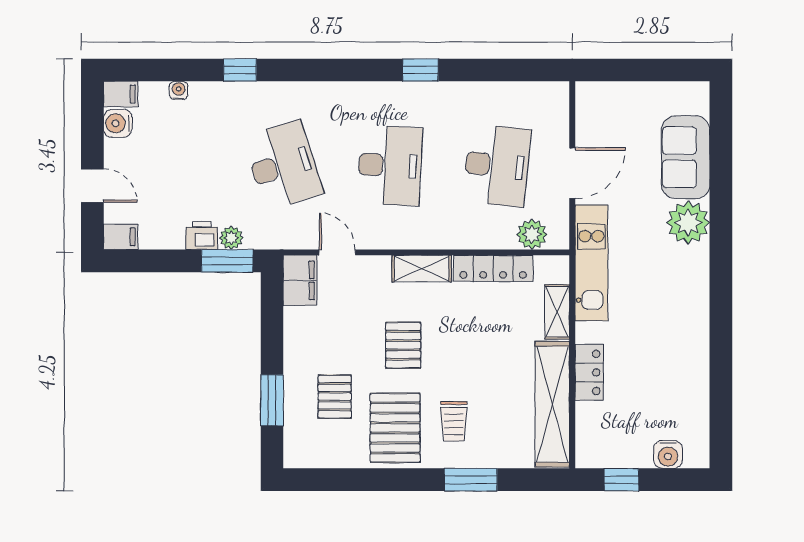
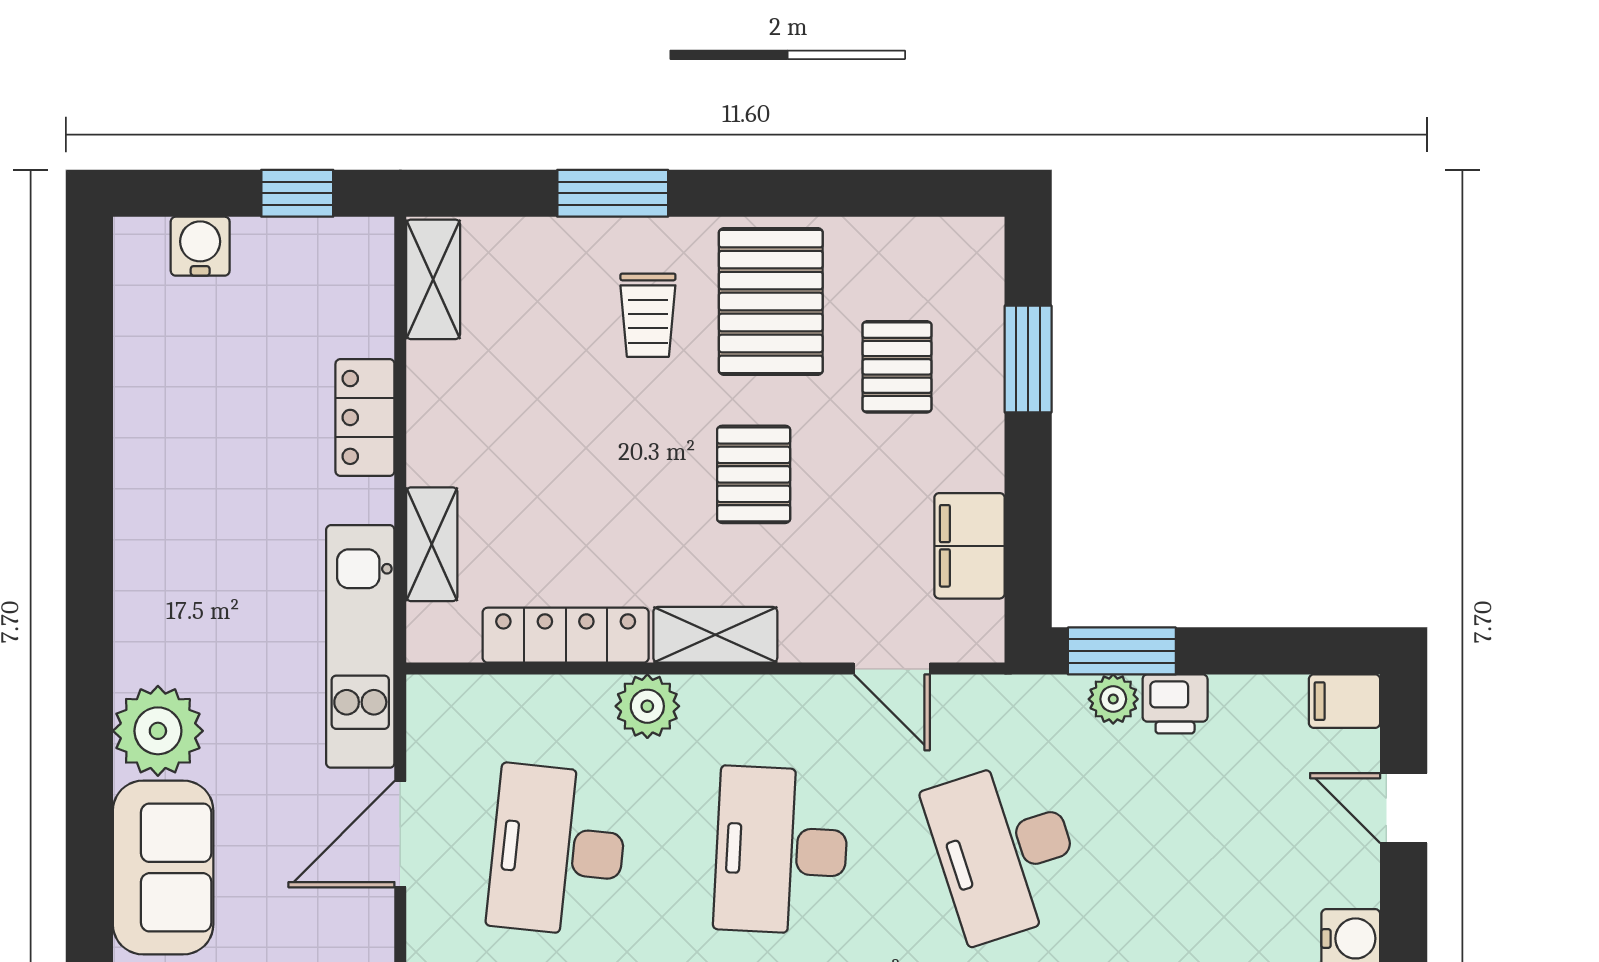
plant: (532, 234) -> (647, 706), moved
filing cabinet: (300, 280) -> (969, 546), moved
shelving: (552, 404) -> (433, 279), width x0.45, depth x0.75
trolley: (454, 421) -> (648, 315), turned 180

